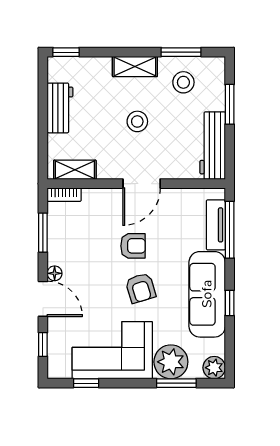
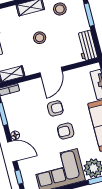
workbench: (213, 146) -> (87, 46), width x0.73
armchair: (141, 288) -> (66, 131), turned 107

